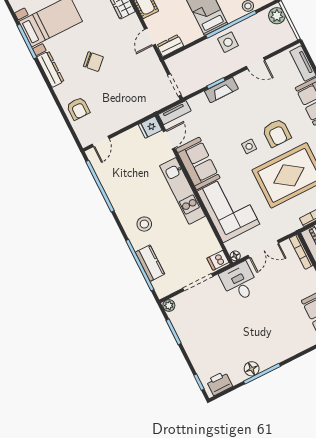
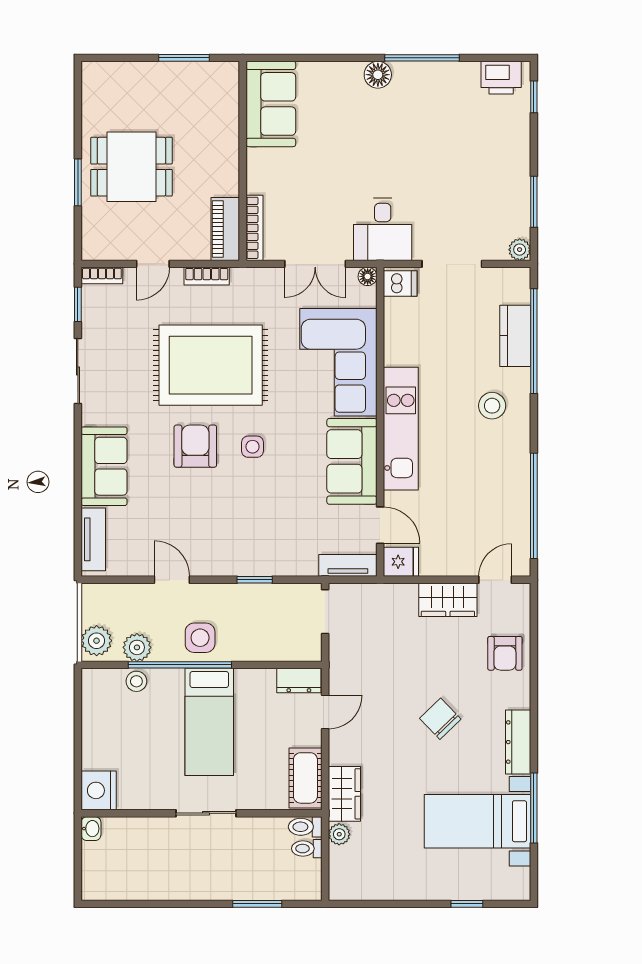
plant: (256, 22) -> (137, 647), added
fireplace: (221, 90) -> (251, 564), removed
armchair: (78, 109) -> (505, 653), turned 180
wardrobe: (118, 120) -> (448, 600), added
door: (169, 140) -> (380, 525), swing flipped
double door: (263, 249) -> (315, 264), swing flipped
floor lamp: (252, 369) -> (378, 75), moved

